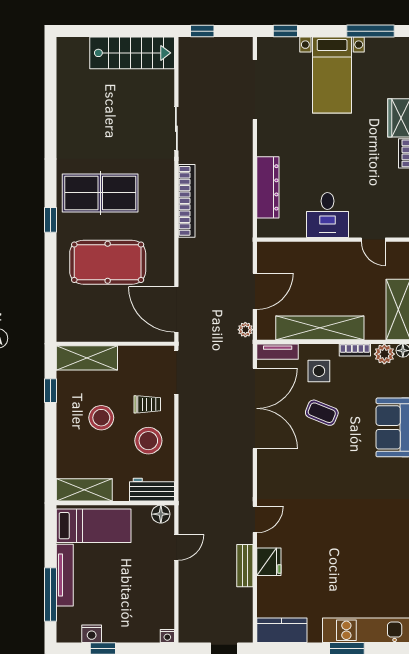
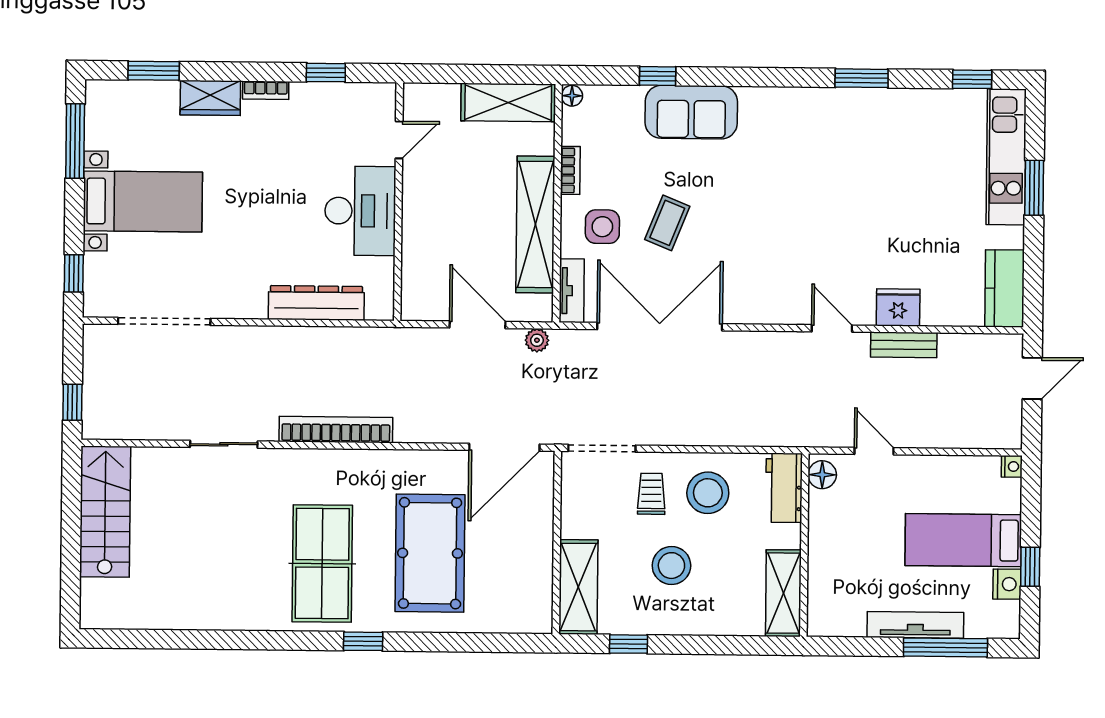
desk: (327, 215) -> (360, 211), width x1.37
plant: (384, 354) -> (577, 125), removed
bed: (94, 526) -> (963, 540), moved, turned -90

